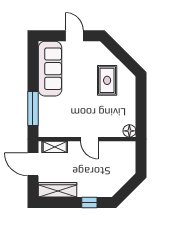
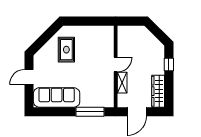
rug: (107, 80) -> (66, 50), turned 90
floor lamp: (129, 131) -> (109, 31), removed
shelving: (55, 147) -> (122, 83), moved

